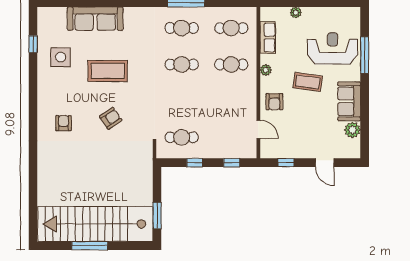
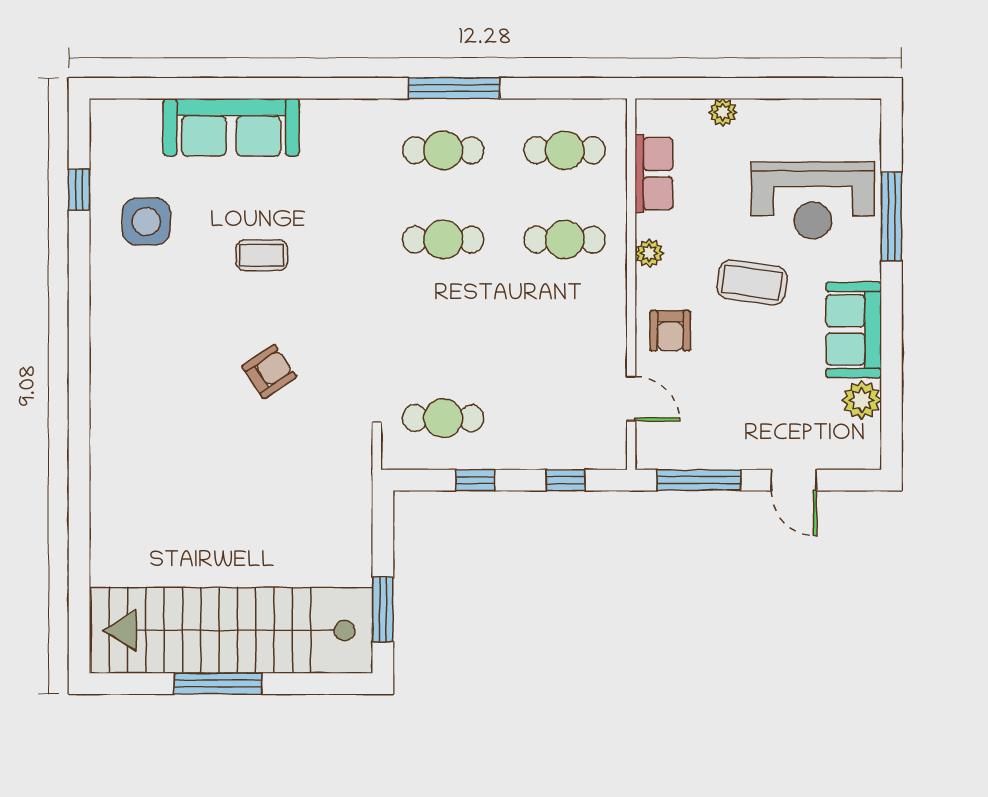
reception desk: (333, 49) -> (813, 200), turned 180
coffee table: (108, 71) -> (262, 255), width x0.54, depth x0.58
armchair: (64, 123) -> (154, 383), removed
window: (286, 163) -> (699, 480), width x2.17

